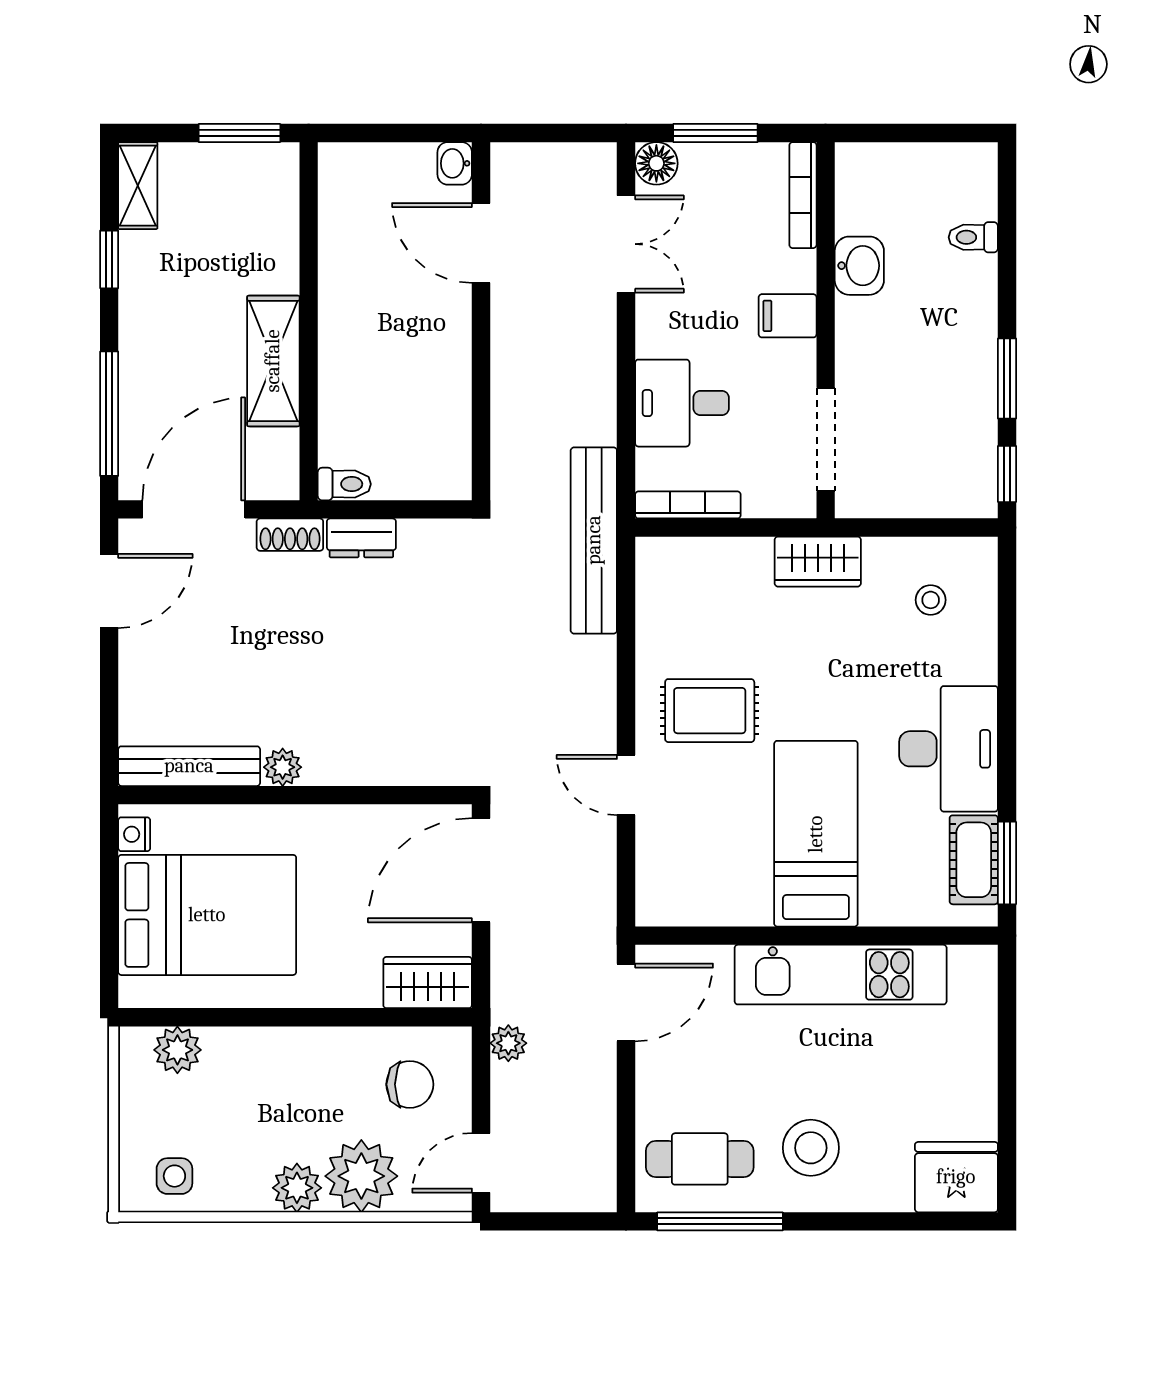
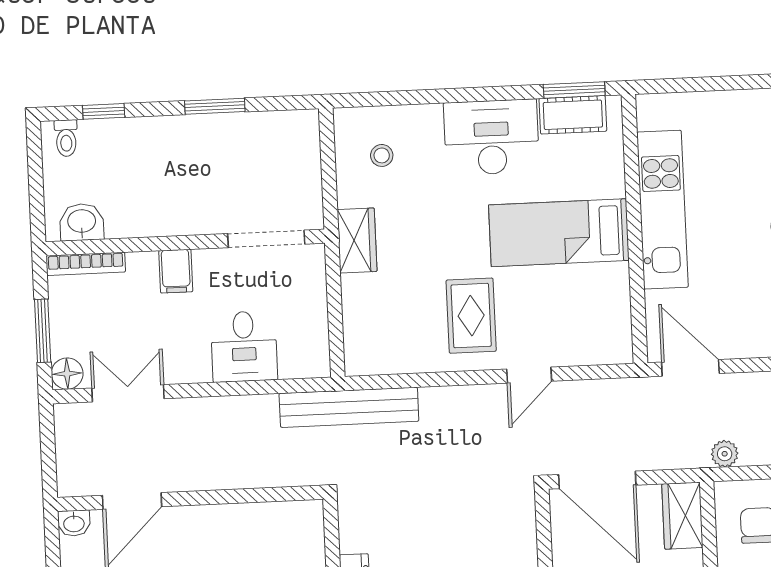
toilet: (973, 237) -> (66, 138), moved
washbasin: (859, 266) -> (82, 222), moved
window: (1007, 474) -> (104, 111), moved
bookcase: (688, 505) -> (319, 339), removed

